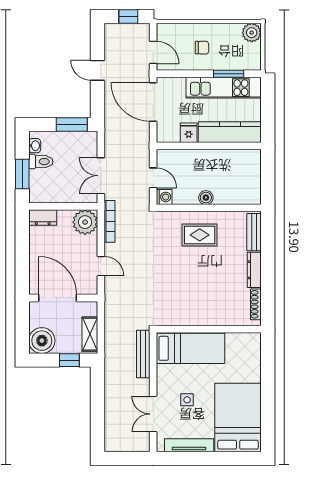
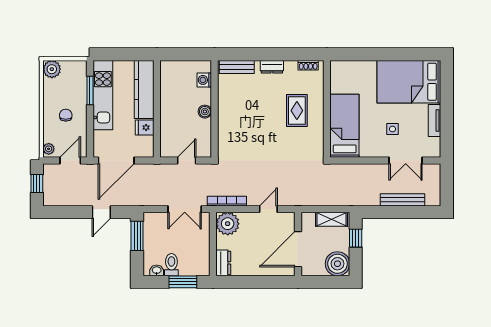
plant: (166, 29) -> (49, 149), added
door: (98, 70) -> (101, 212), moved
washing machine: (164, 197) -> (204, 80), moved, turned -90
rug: (200, 235) -> (297, 111), moved
dresser: (254, 270) -> (272, 67), width x0.70
shoe rack: (256, 304) -> (308, 65), width x0.70
bench: (143, 354) -> (403, 200), moved
tv unit: (189, 445) -> (435, 121), width x0.71

